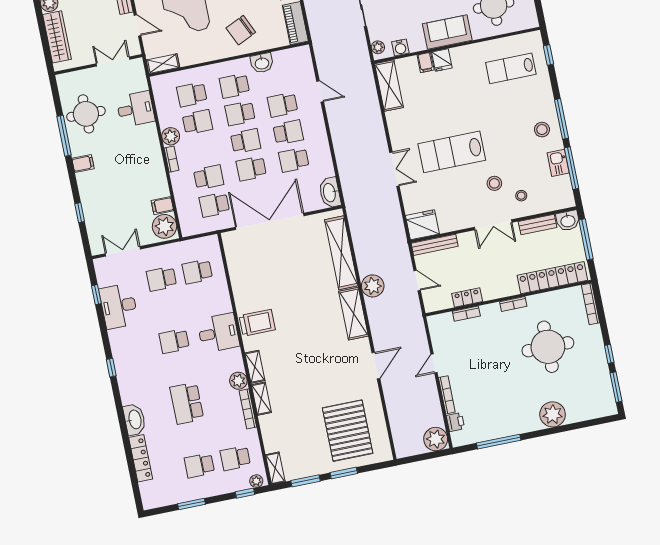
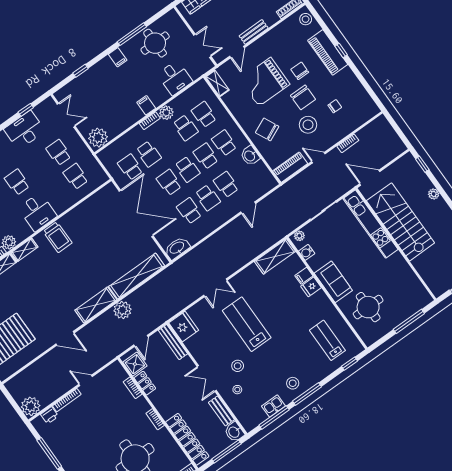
filing cabinet: (162, 206) -> (146, 105), moved
shower: (440, 299) -> (135, 364), added

